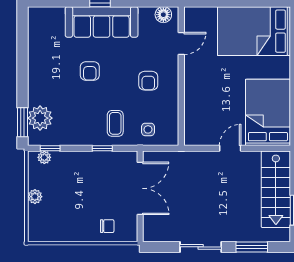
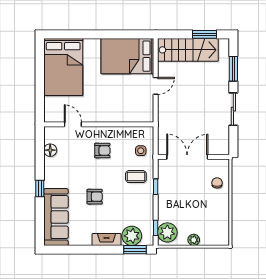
floor lamp: (163, 15) -> (50, 150), moved
sofa: (102, 22) -> (56, 217), moved
fireplace: (35, 86) -> (107, 239), added
door: (230, 148) -> (156, 86), swing flipped
plant: (44, 157) -> (167, 232), width x1.88, depth x1.88

